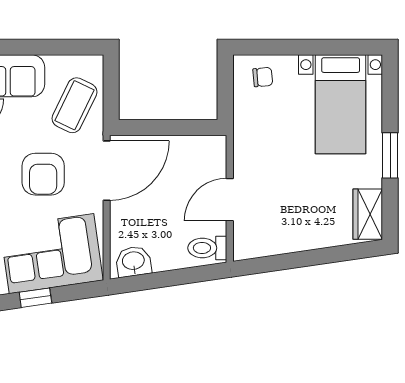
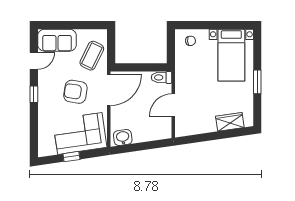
armchair: (43, 174) -> (75, 92), turned 99
wardrobe: (368, 214) -> (230, 122), moved, turned 82
toilet: (207, 248) -> (162, 77), moved

